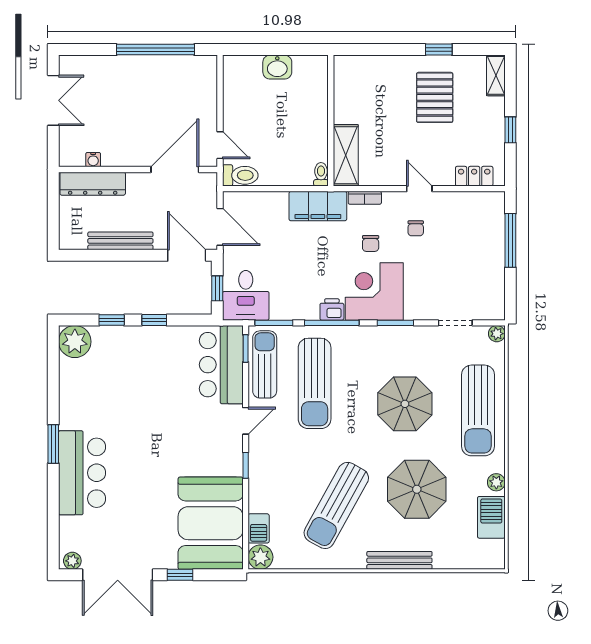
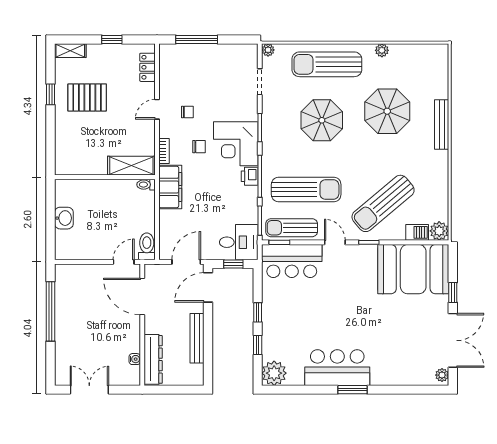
sun lounger: (478, 410) -> (327, 64), turned 180
bar counter: (82, 473) -> (337, 368), moved
sun lounger: (336, 505) -> (383, 203), moved, turned 111
barbecue: (491, 517) -> (409, 54), removed

